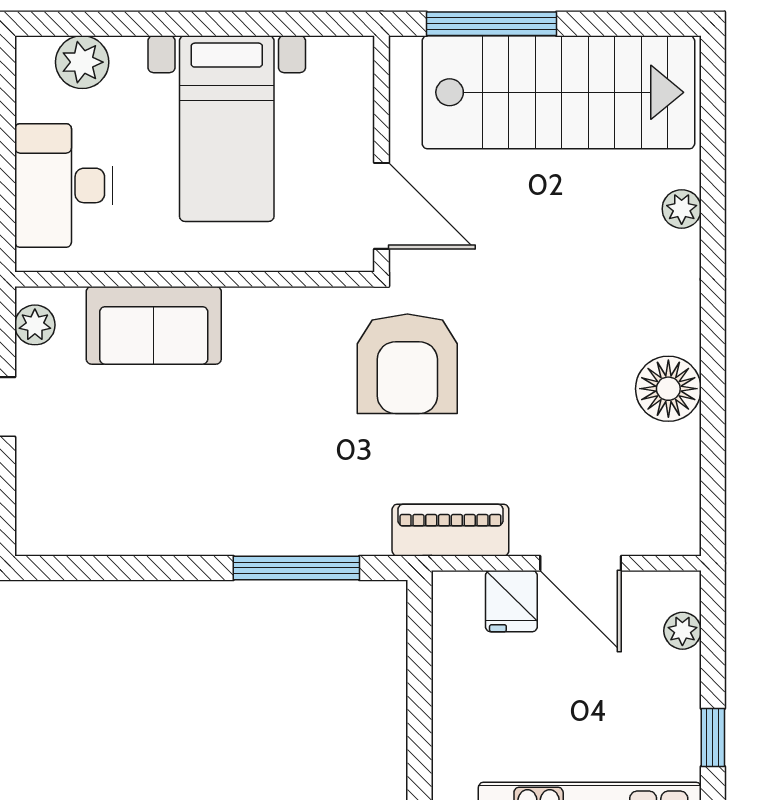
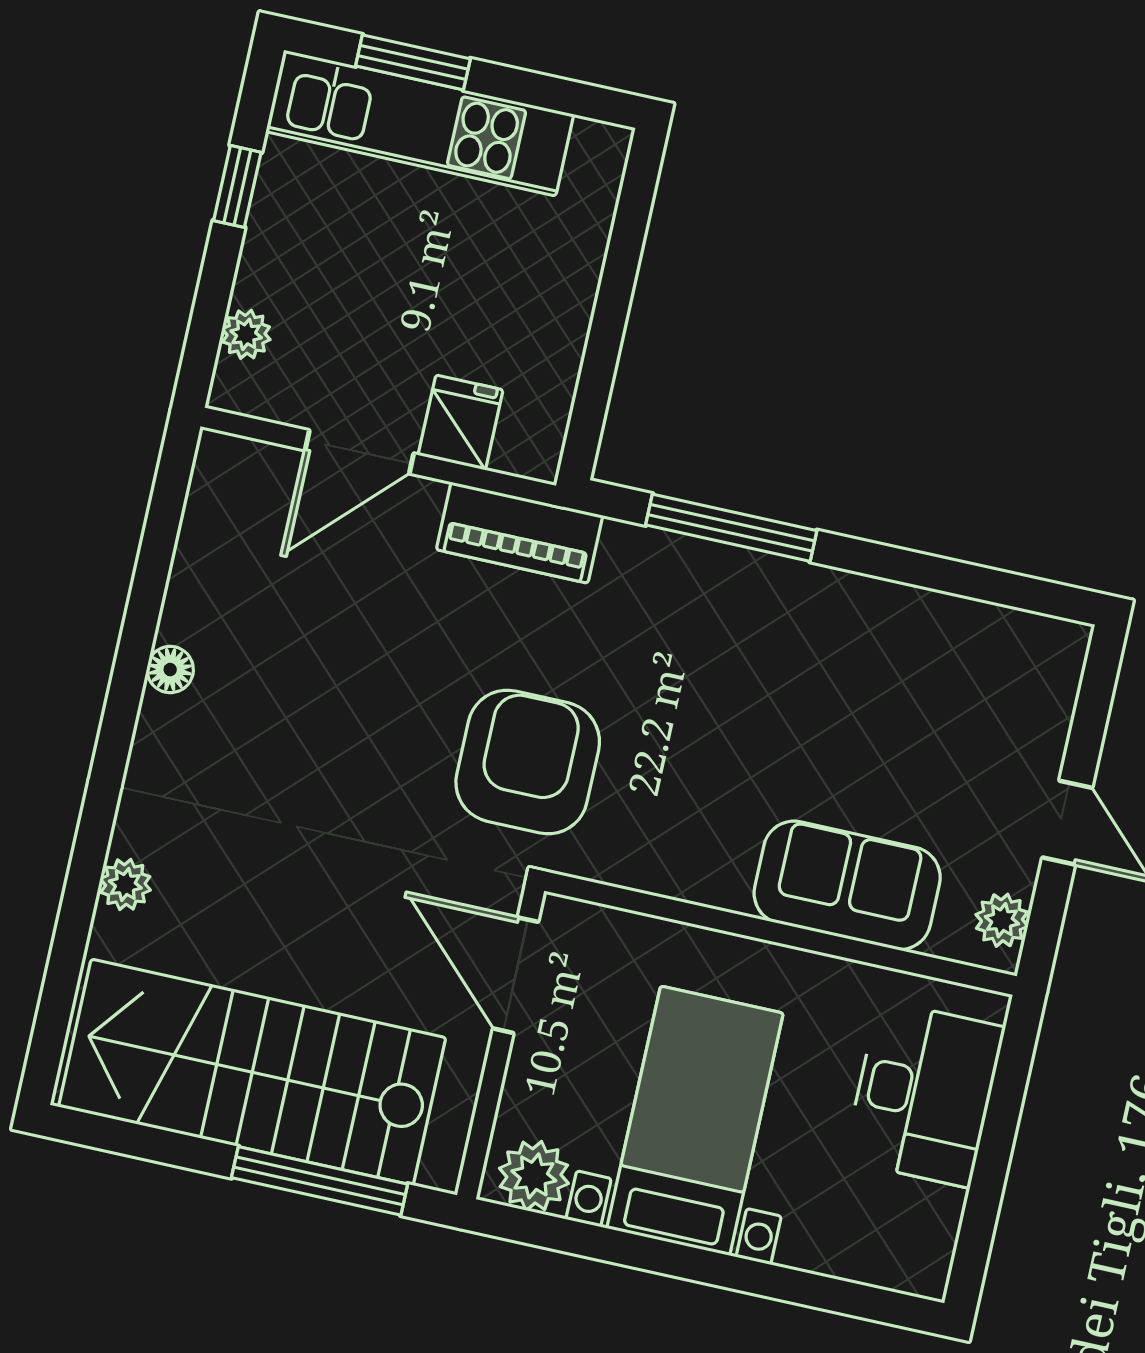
plant: (82, 62) -> (534, 1176), moved
floor lamp: (668, 389) -> (170, 670), width x0.53, depth x0.53
door: (581, 563) -> (359, 452), swing flipped

